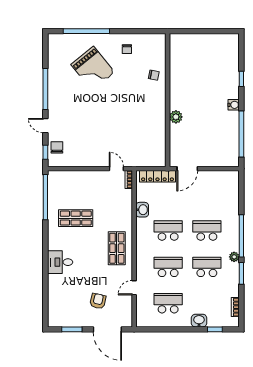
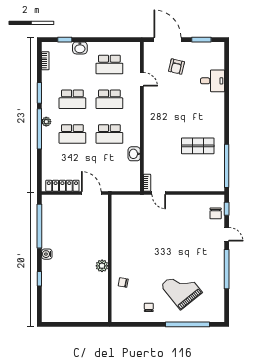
plant: (176, 117) -> (102, 266), moved
door: (187, 169) -> (91, 193), hinge flipped
locker: (157, 176) -> (62, 186), moved
shop shelf: (117, 248) -> (158, 117), removed
plant: (234, 257) -> (46, 122), moved
desk: (60, 262) -> (213, 81), moved
door: (134, 288) -> (142, 79), hinge flipped

